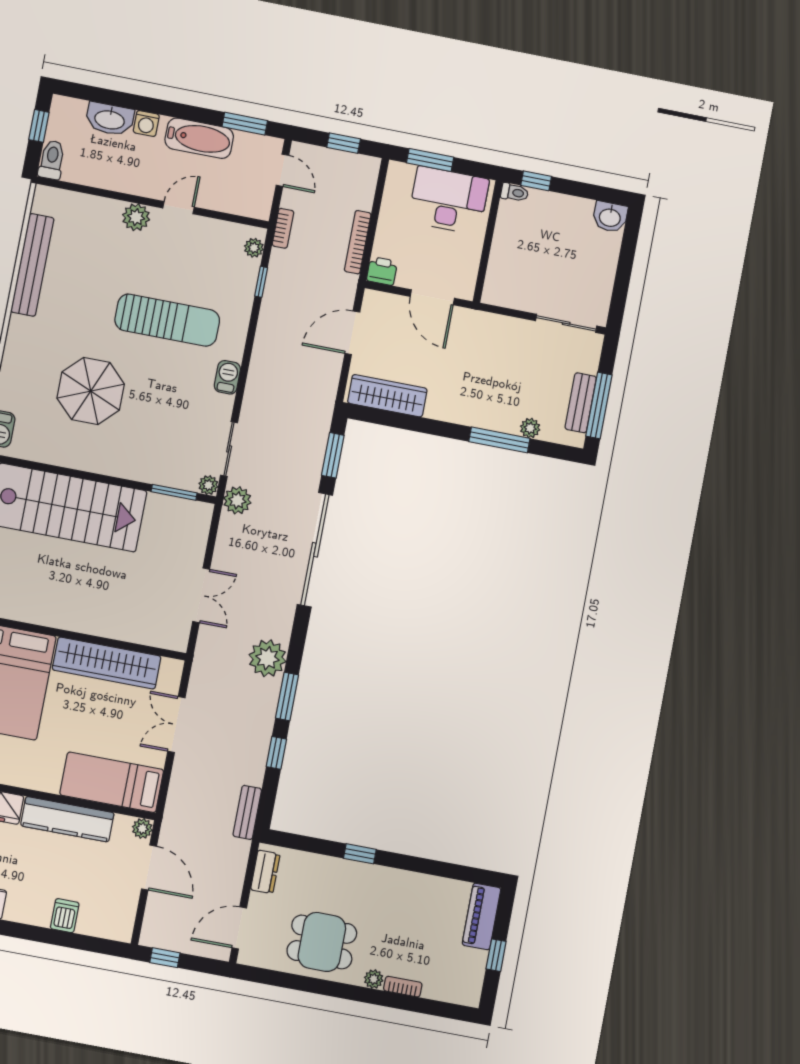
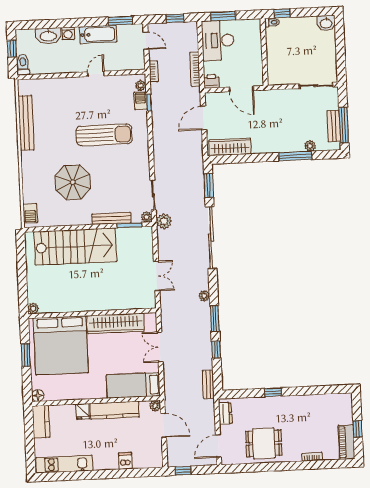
desk: (448, 200) -> (218, 40), moved, turned -90
plant: (136, 217) -> (75, 84), removed
barbecue: (227, 377) -> (140, 101), moved
bench: (145, 473) -> (111, 218), added
plant: (267, 658) -> (204, 296), width x0.53, depth x0.53
piano: (481, 916) -> (346, 442), moved
plant: (374, 979) -> (296, 456), removed

